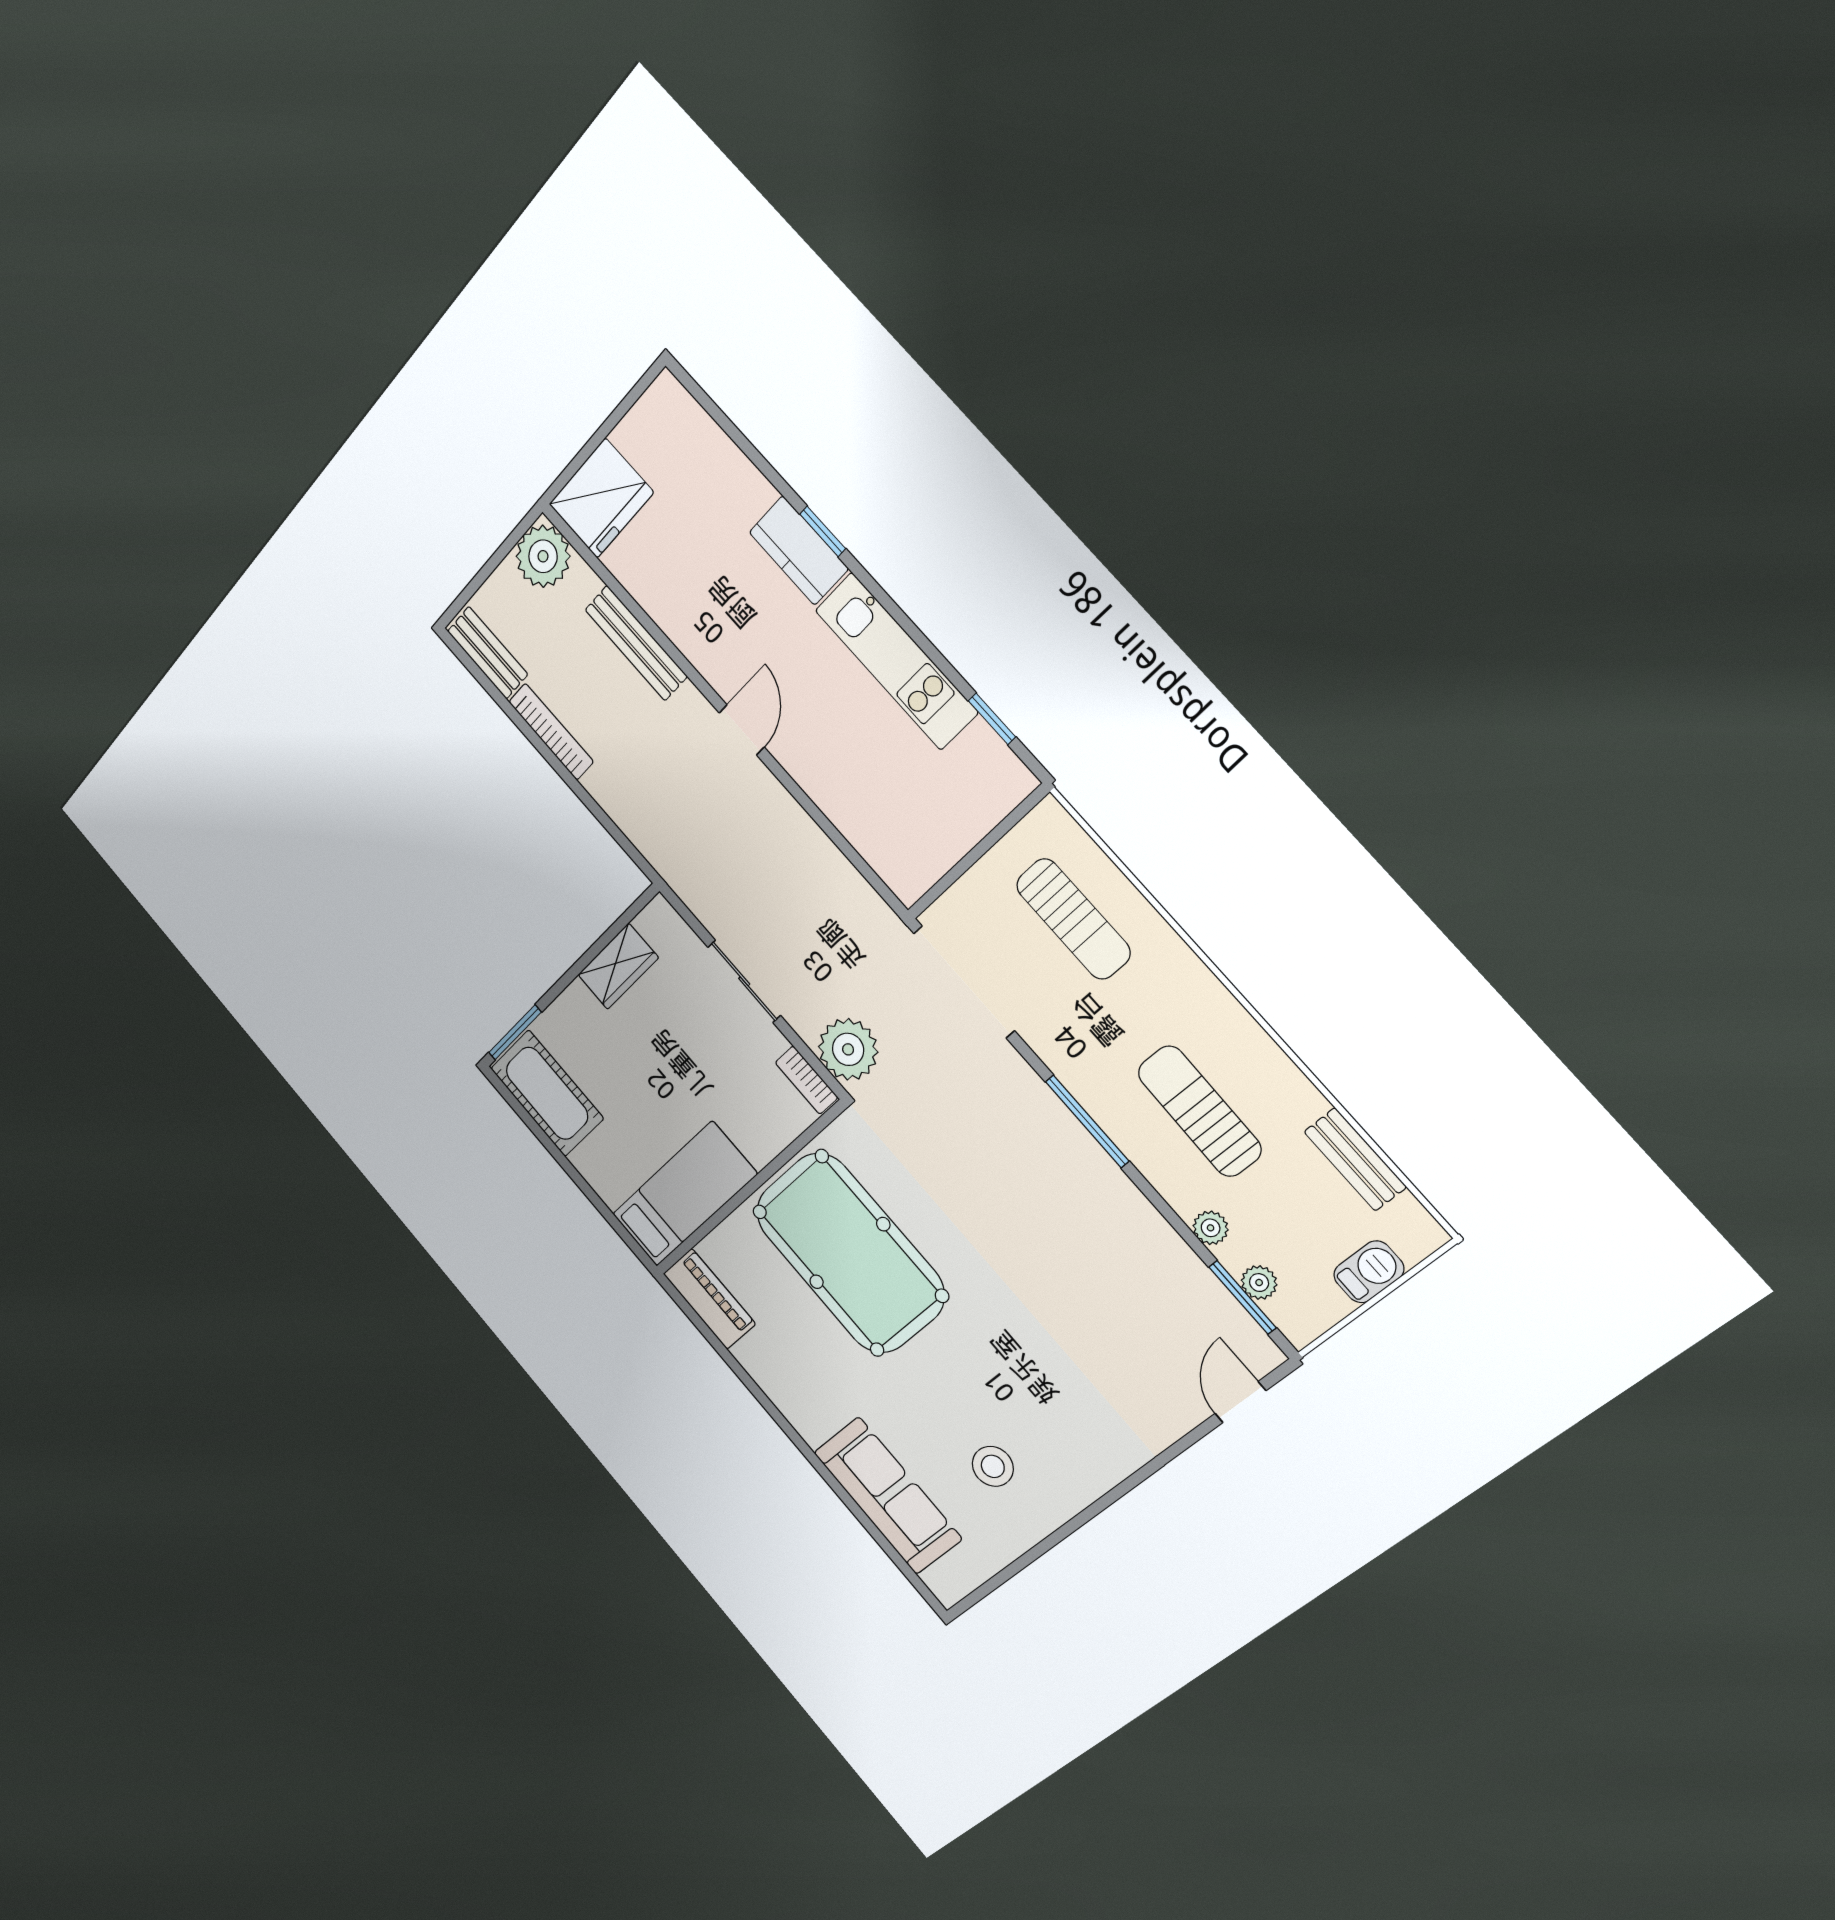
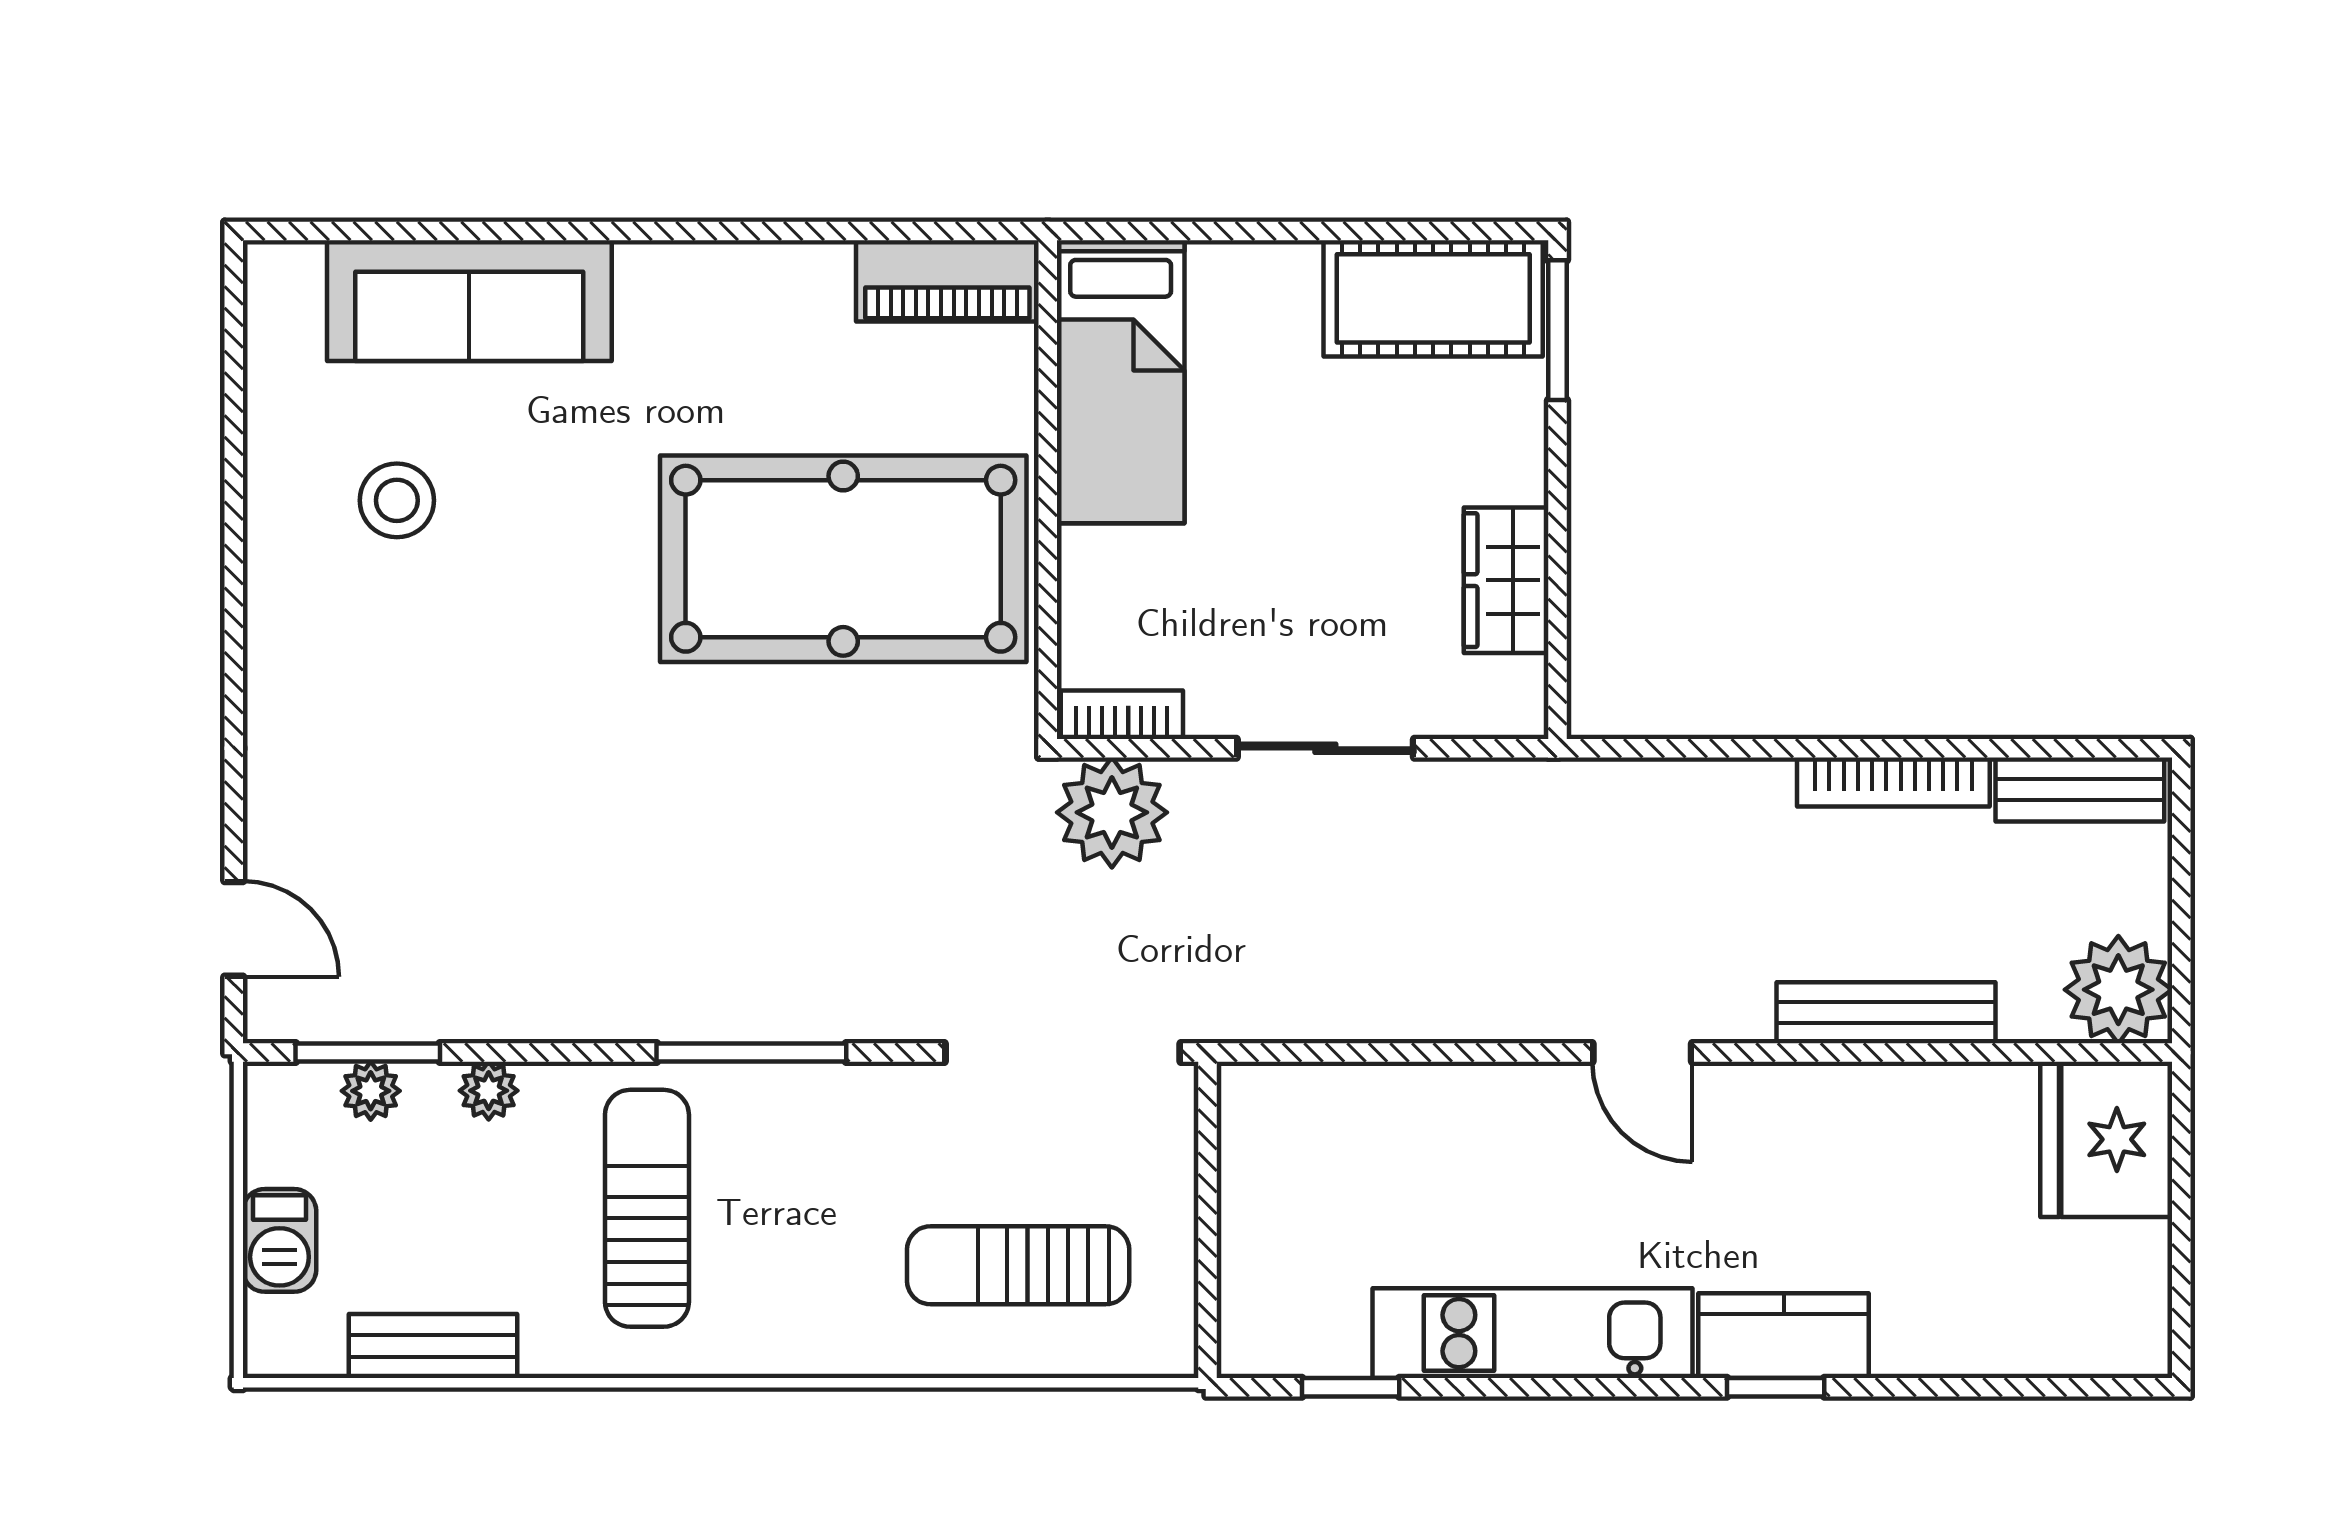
sun lounger: (1199, 1111) -> (647, 1208), turned -91

